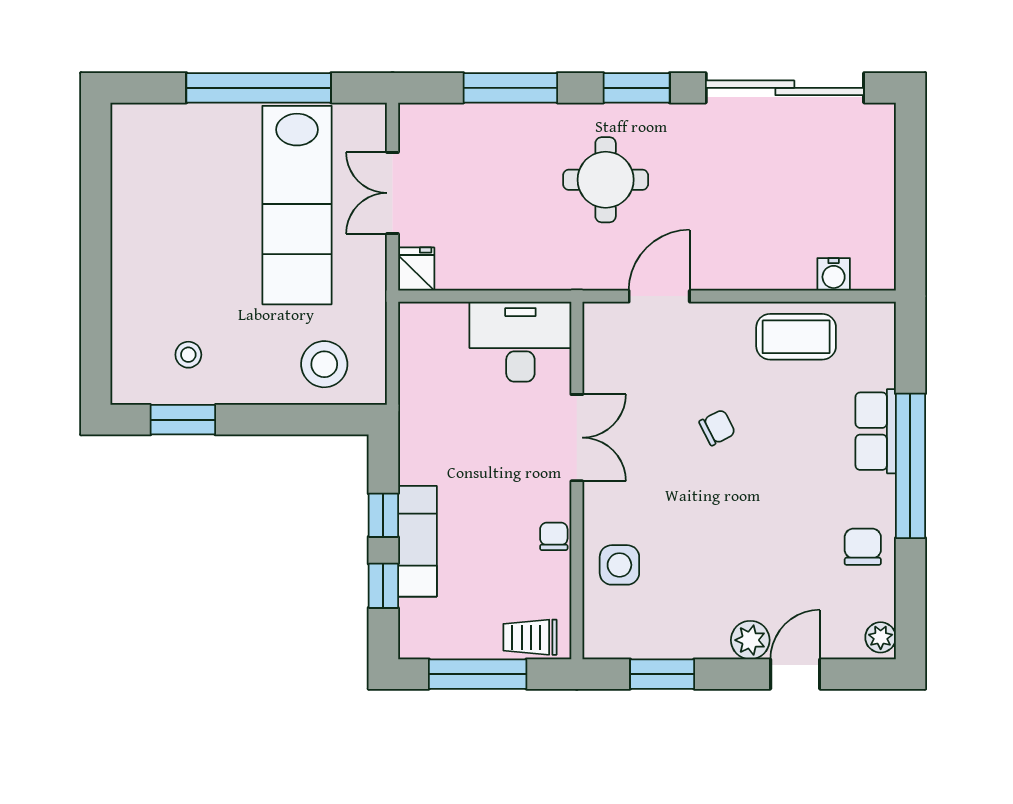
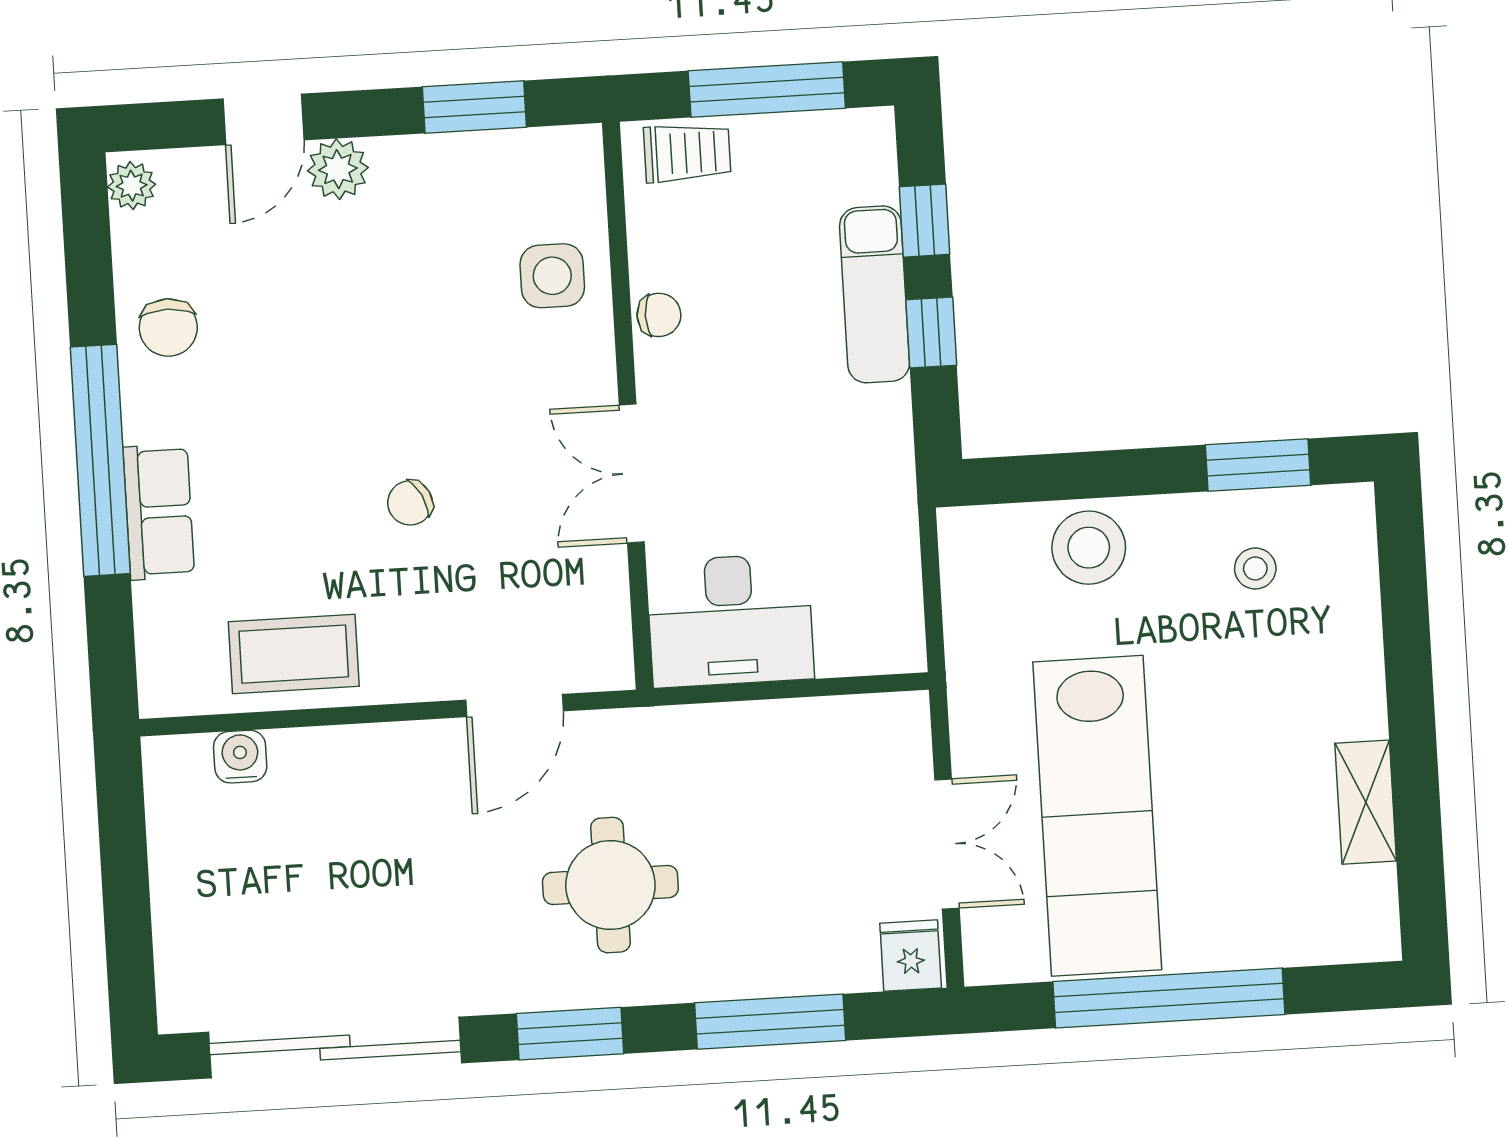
shelving: (128, 204) -> (1366, 802), added
lab bench: (297, 205) -> (1097, 816), turned 180
fridge: (416, 269) -> (911, 956), moved, turned 180
stool: (324, 364) -> (1089, 548), moved
chair: (554, 536) -> (659, 315), turned -90

